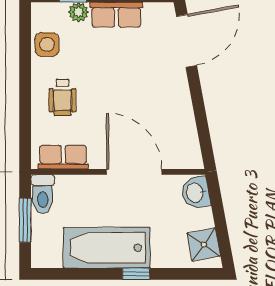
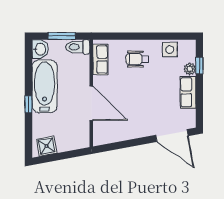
door: (134, 172) -> (91, 103), hinge flipped
washbasin: (196, 193) -> (40, 49), moved, turned 100

